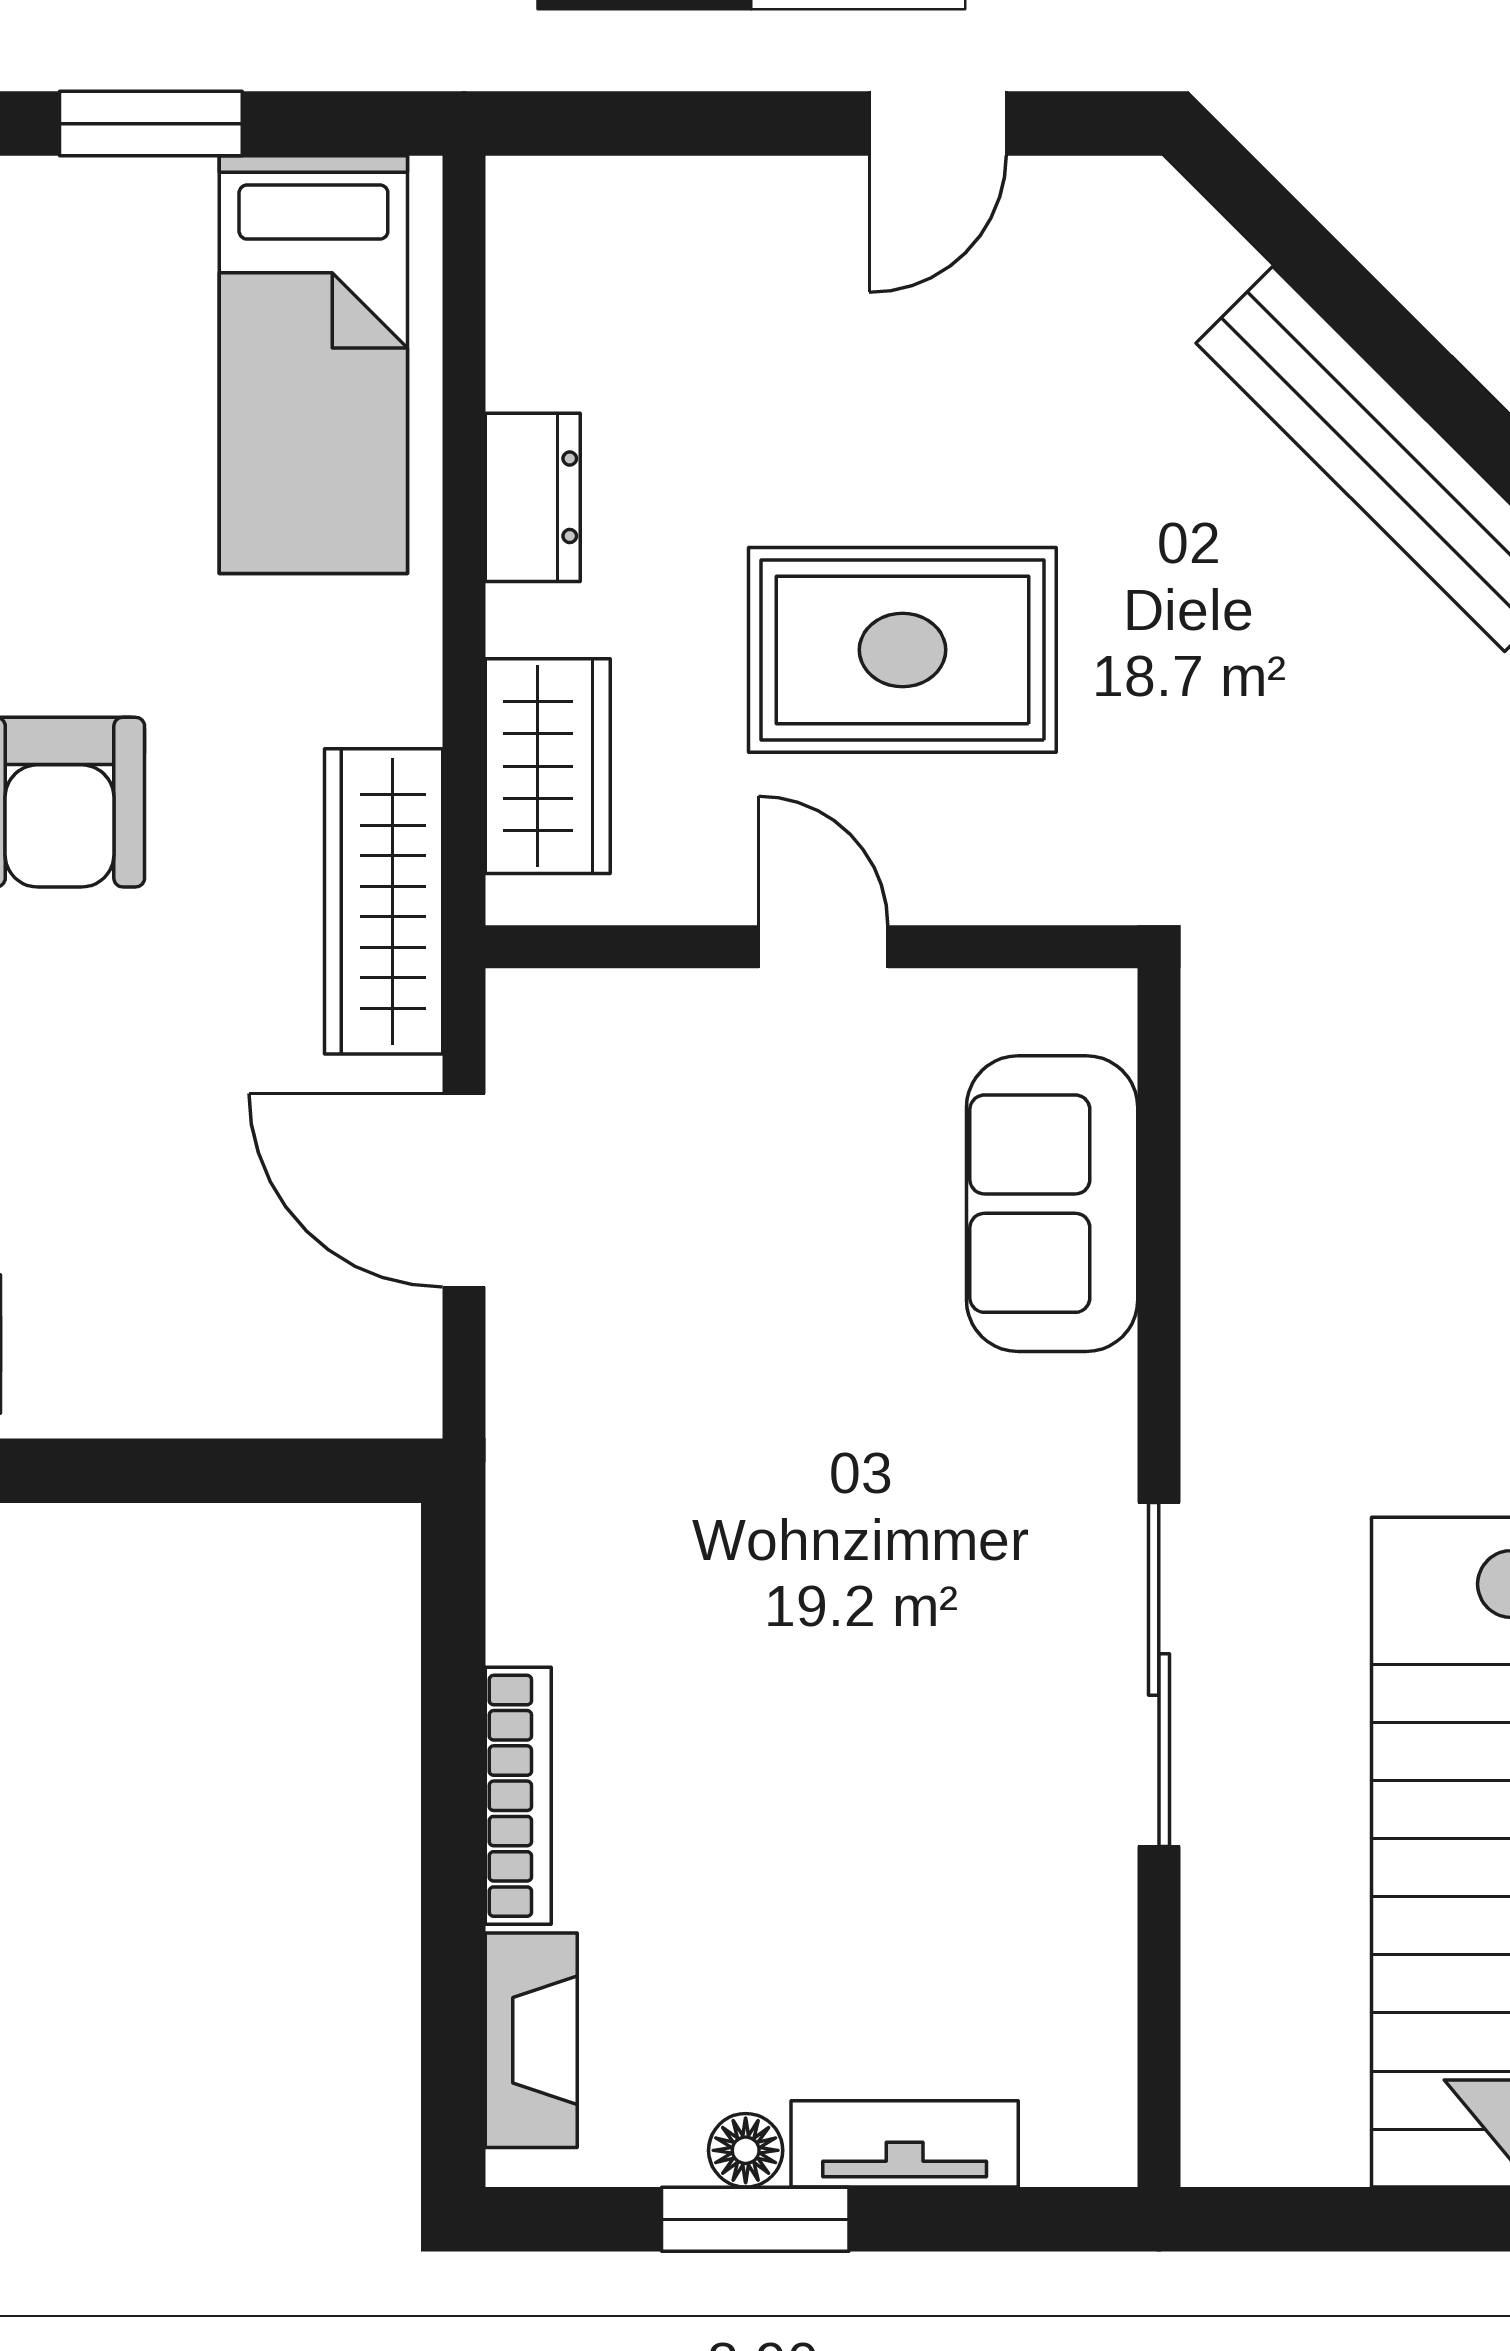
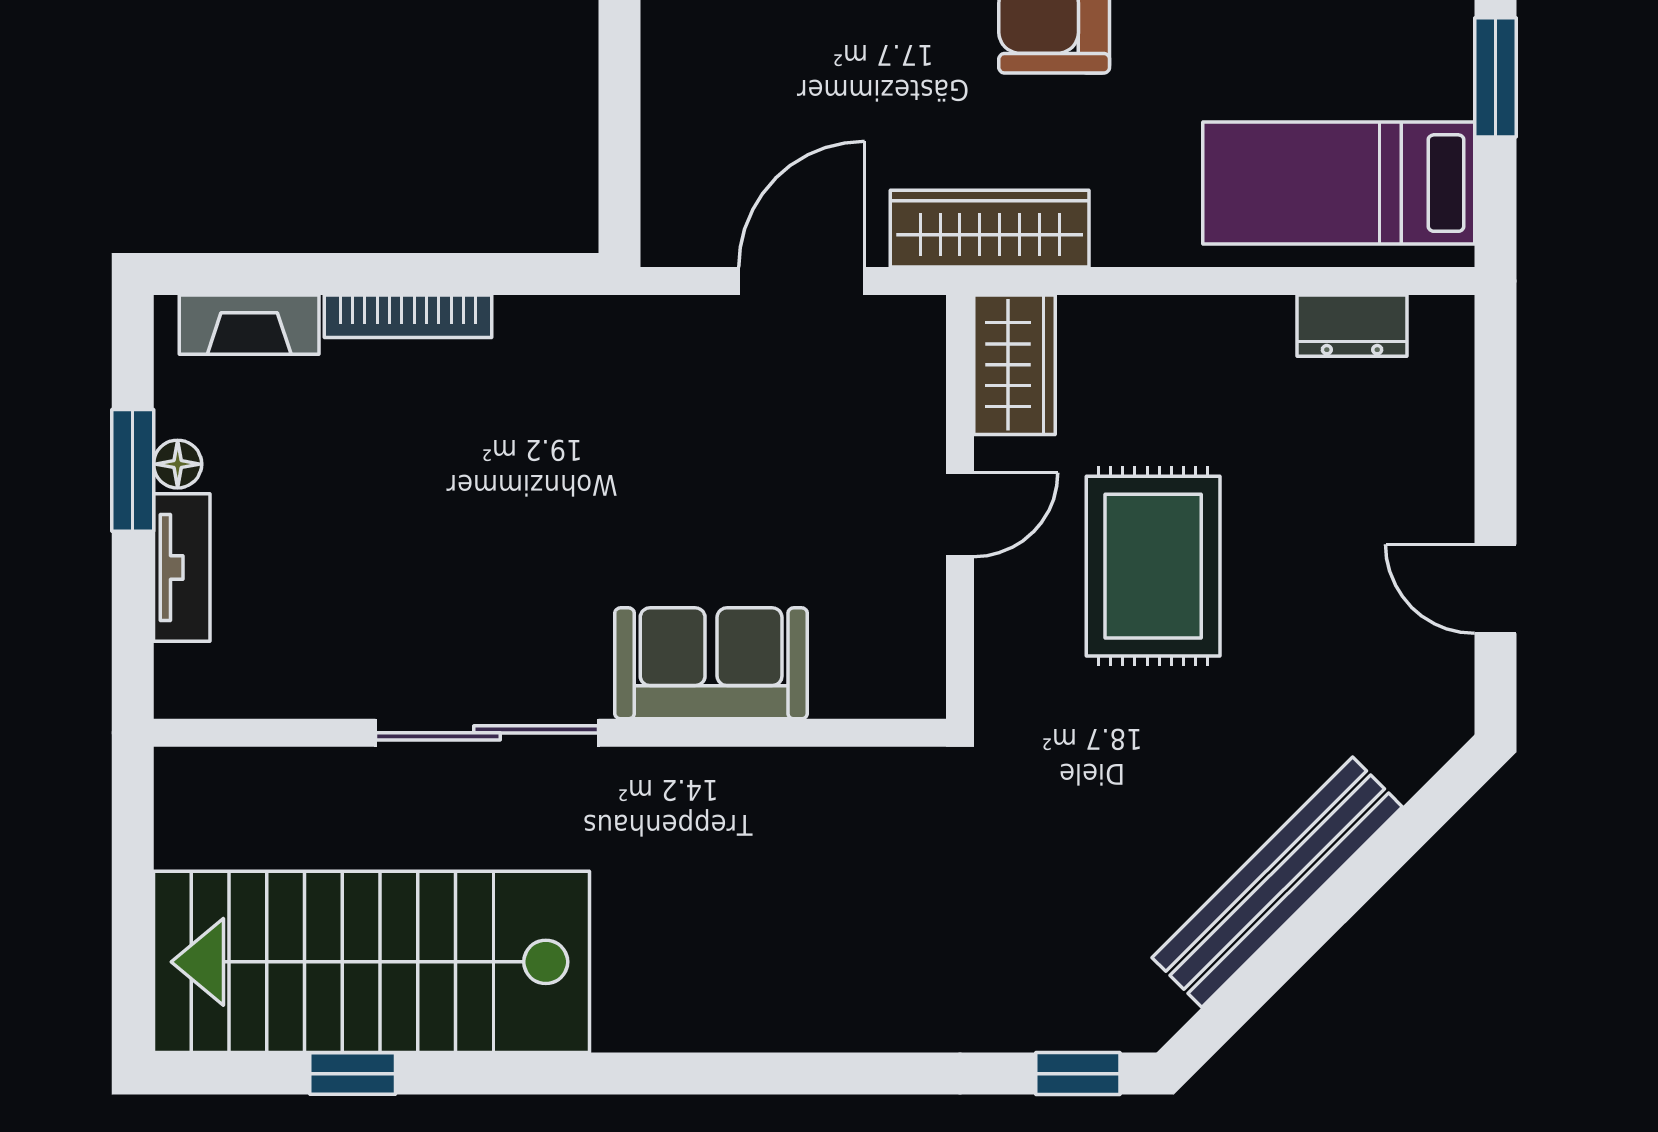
dresser: (533, 497) -> (1352, 326), moved
wardrobe: (548, 766) -> (1015, 365), moved, turned -90
sofa: (1052, 1204) -> (711, 663), moved

